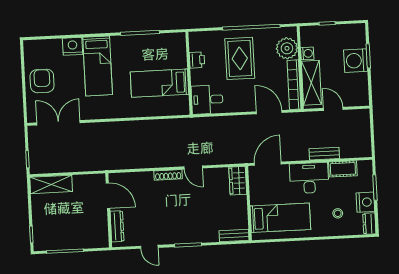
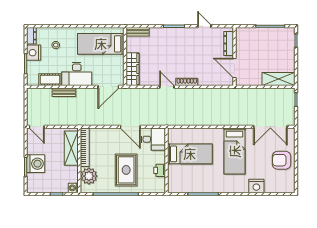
washing machine: (307, 53) -> (73, 188), moved
bed: (98, 66) -> (235, 151), moved, turned 180
armchair: (42, 81) -> (282, 160), turned 90
door: (333, 109) -> (37, 127), moved
door: (269, 112) -> (130, 127), moved
wardrobe: (238, 181) -> (133, 69), width x1.50

